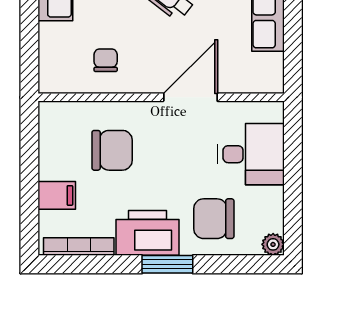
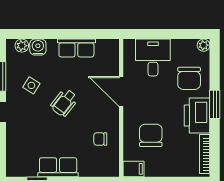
filing cabinet: (57, 195) -> (133, 169), moved, turned 90

